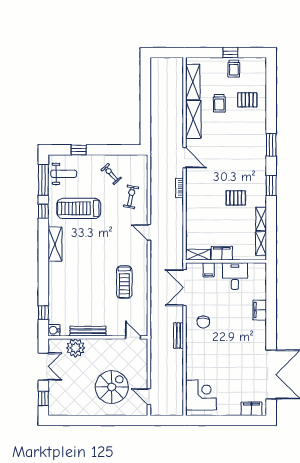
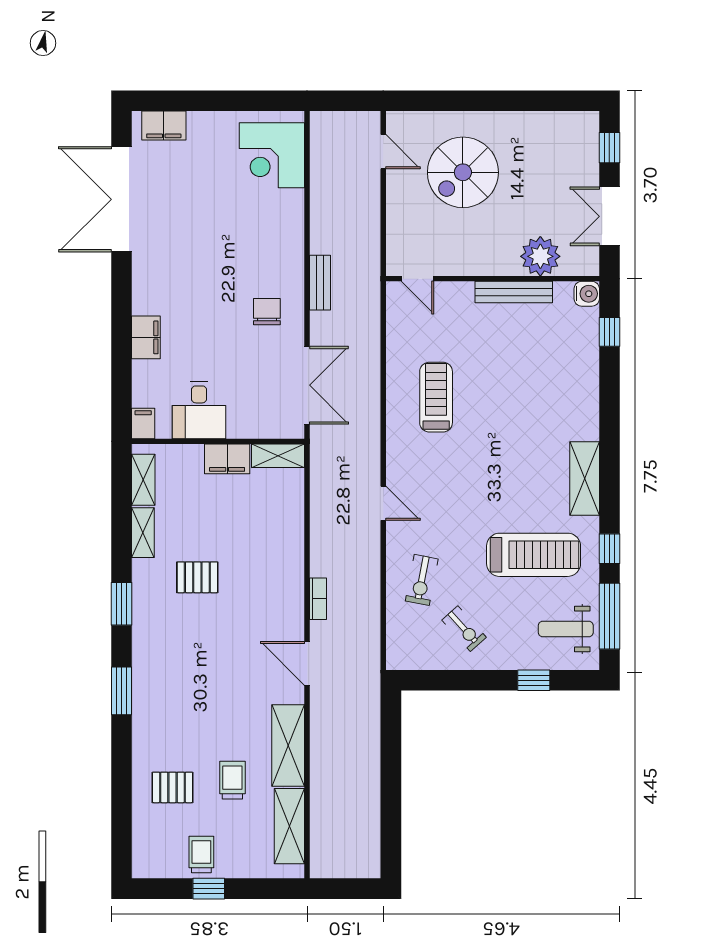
filing cabinet: (208, 270) -> (143, 423), moved

